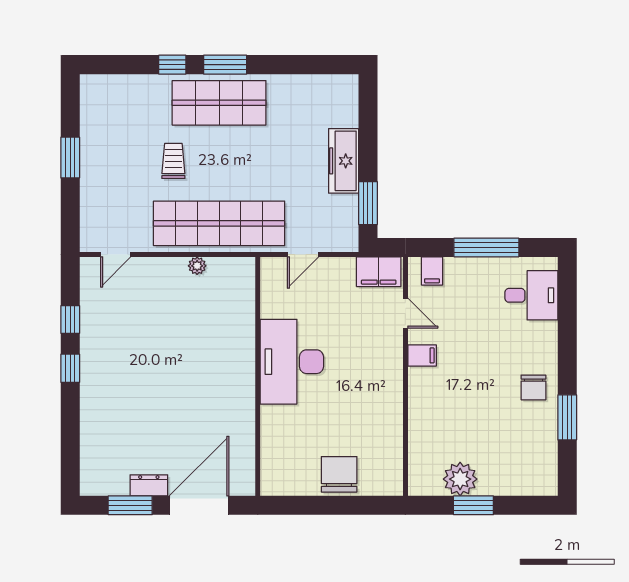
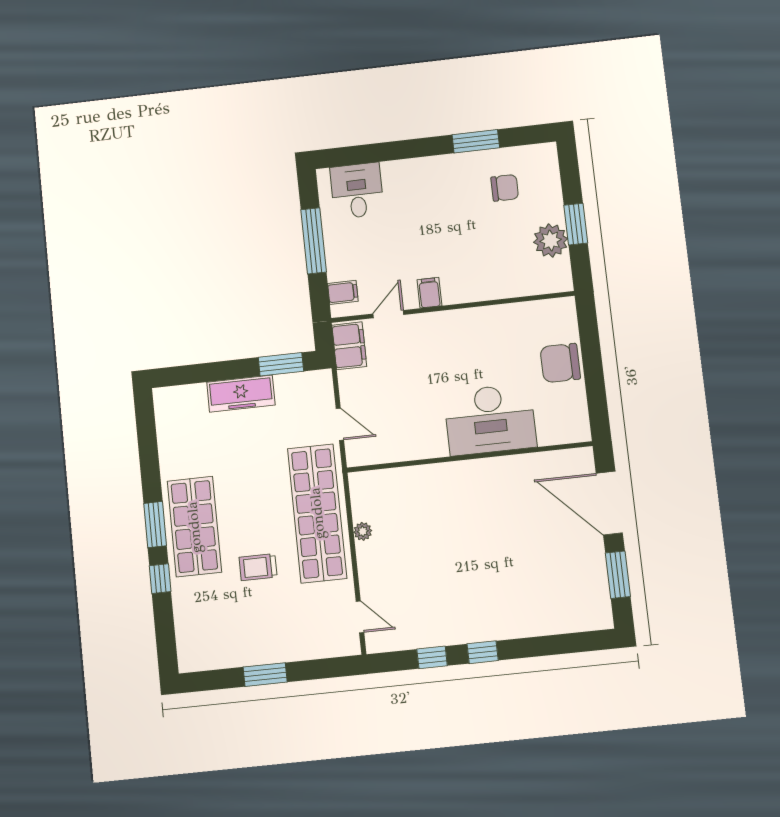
desk: (292, 362) -> (490, 419), moved
chair: (533, 387) -> (505, 188), moved
dresser: (149, 485) -> (595, 557), removed

